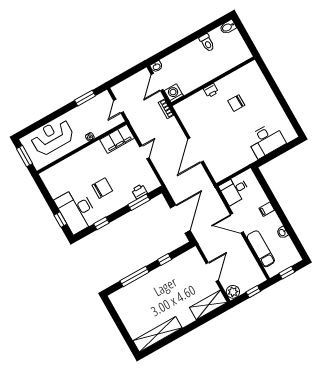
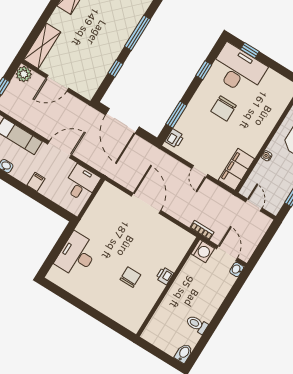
printer: (139, 191) -> (175, 138), moved
door: (212, 272) -> (57, 83), hinge flipped

